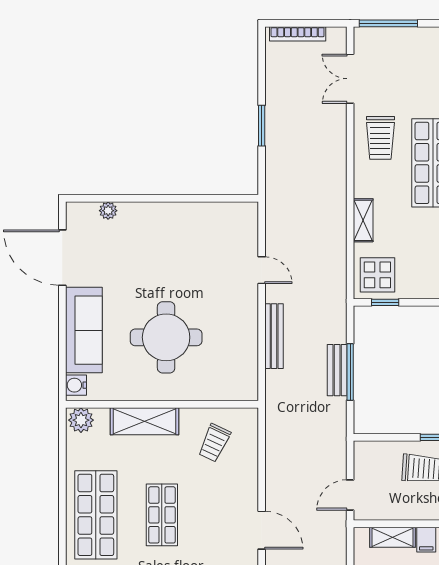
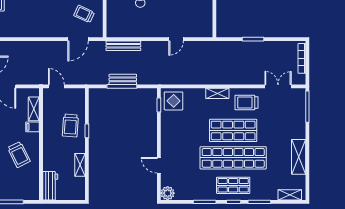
shelving: (363, 220) -> (217, 93), moved
bench: (274, 336) -> (123, 46), moved
door: (262, 530) -> (78, 39), moved

